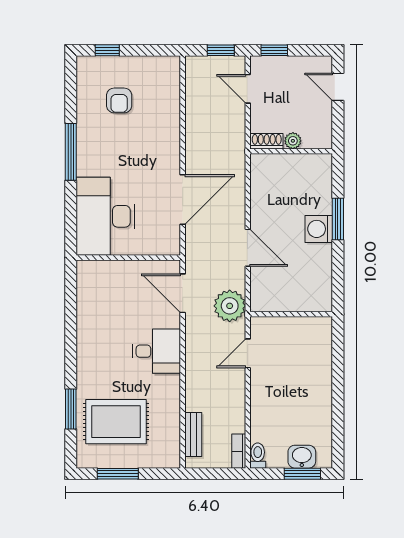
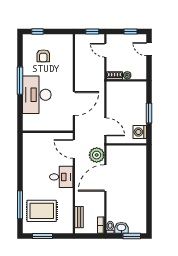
window: (274, 50) -> (130, 32), moved
desk: (106, 216) -> (37, 95), moved
washing machine: (319, 229) -> (140, 132), moved
wall: (291, 314) -> (126, 144), moved
door: (248, 353) -> (105, 178), width x1.88
window: (71, 409) -> (20, 205), width x1.44
washbasin: (302, 457) -> (121, 228), moved

